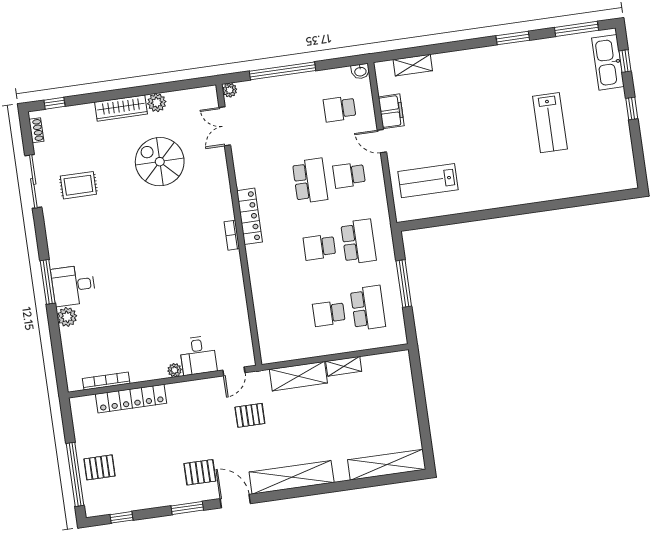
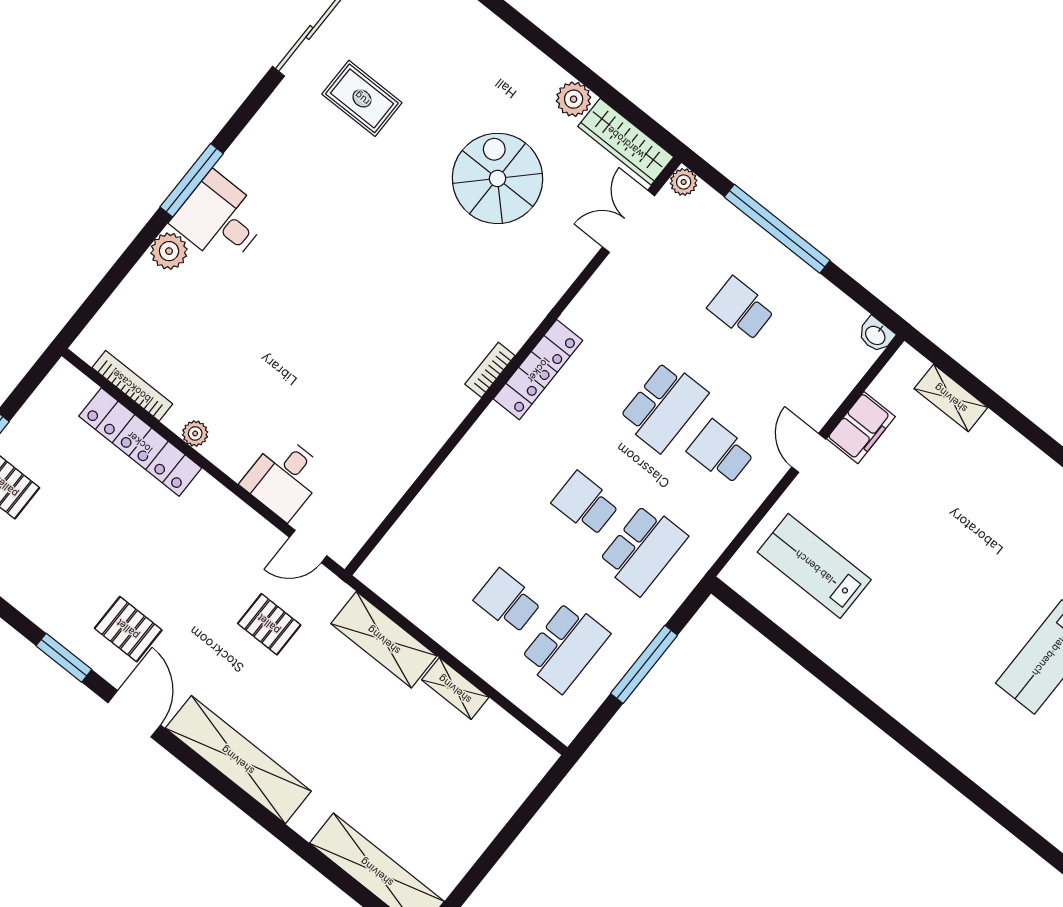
wardrobe: (121, 108) -> (626, 142), moved
school desk: (340, 109) -> (741, 309), moved
plant: (175, 370) -> (195, 433), moved

